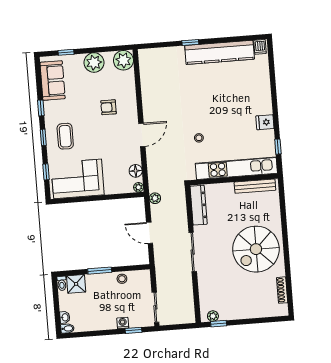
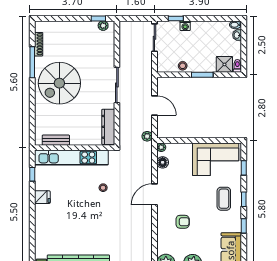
bench: (255, 186) -> (56, 140), width x0.73
spiral stairs: (256, 249) -> (59, 83), turned 180
window: (288, 270) -> (32, 62), added

